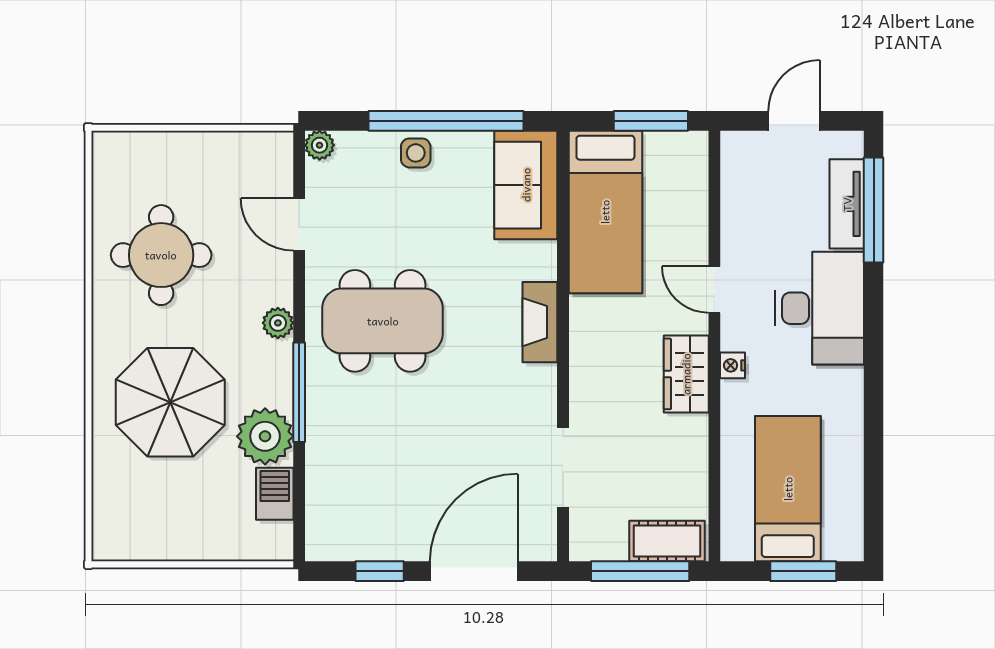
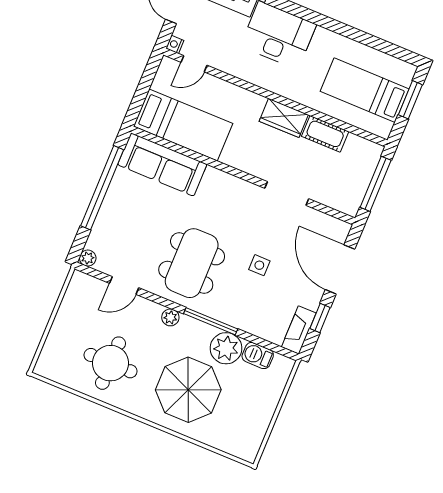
window: (651, 121) -> (146, 82), removed
side table: (416, 153) -> (259, 265), moved
sofa: (526, 185) -> (162, 164), width x1.36
door: (714, 290) -> (194, 64), moved
fireplace: (540, 322) -> (299, 330), moved, turned 90
nightstand: (733, 365) -> (175, 44), moved, turned 90
doorway: (563, 467) -> (287, 194), moved
cot: (667, 541) -> (325, 134), moved, turned 90

